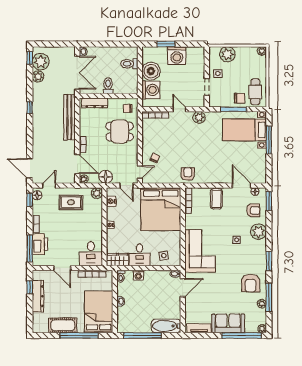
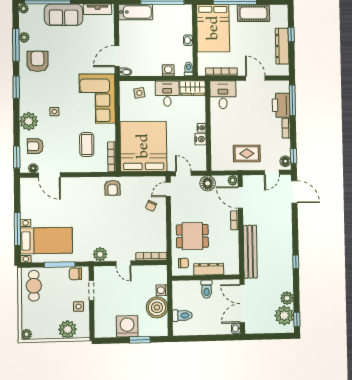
washing machine: (151, 90) -> (162, 290), width x0.53, depth x0.53
chair: (240, 98) -> (75, 274), moved
dresser: (95, 103) -> (209, 269), moved
plant: (97, 193) -> (217, 164), removed
coffee table: (216, 199) -> (87, 144), moved
nightstand: (111, 201) -> (201, 139), moved
window: (30, 287) -> (291, 34), moved

